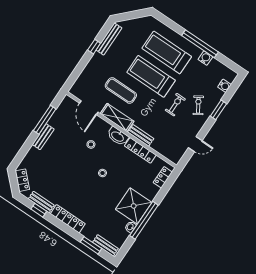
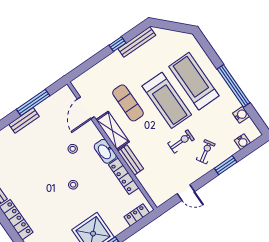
water cooler: (205, 58) -> (241, 115), moved
treadmill: (151, 76) -> (167, 100), turned 180

